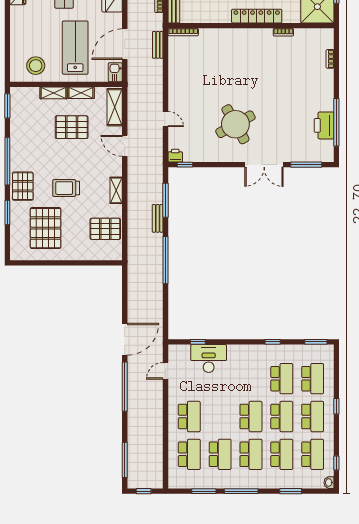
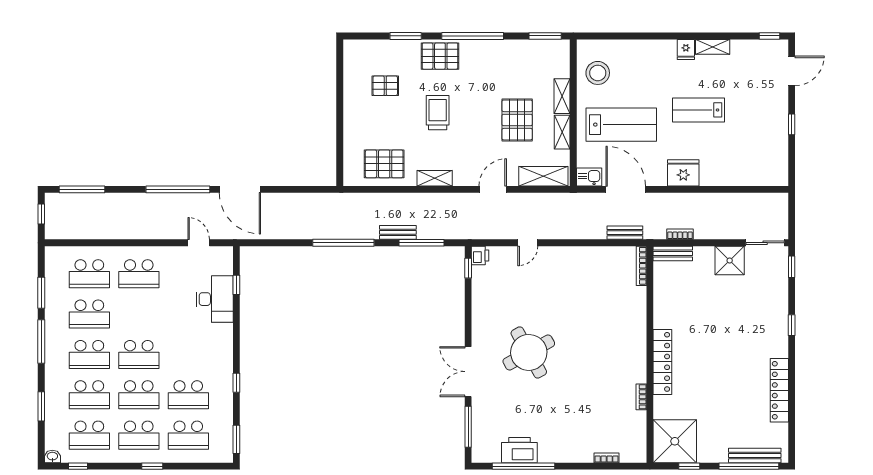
round table: (235, 124) -> (529, 352), moved
pallet: (46, 228) -> (385, 86), width x0.49, depth x0.50
pallet: (105, 229) -> (384, 164), turned 90

